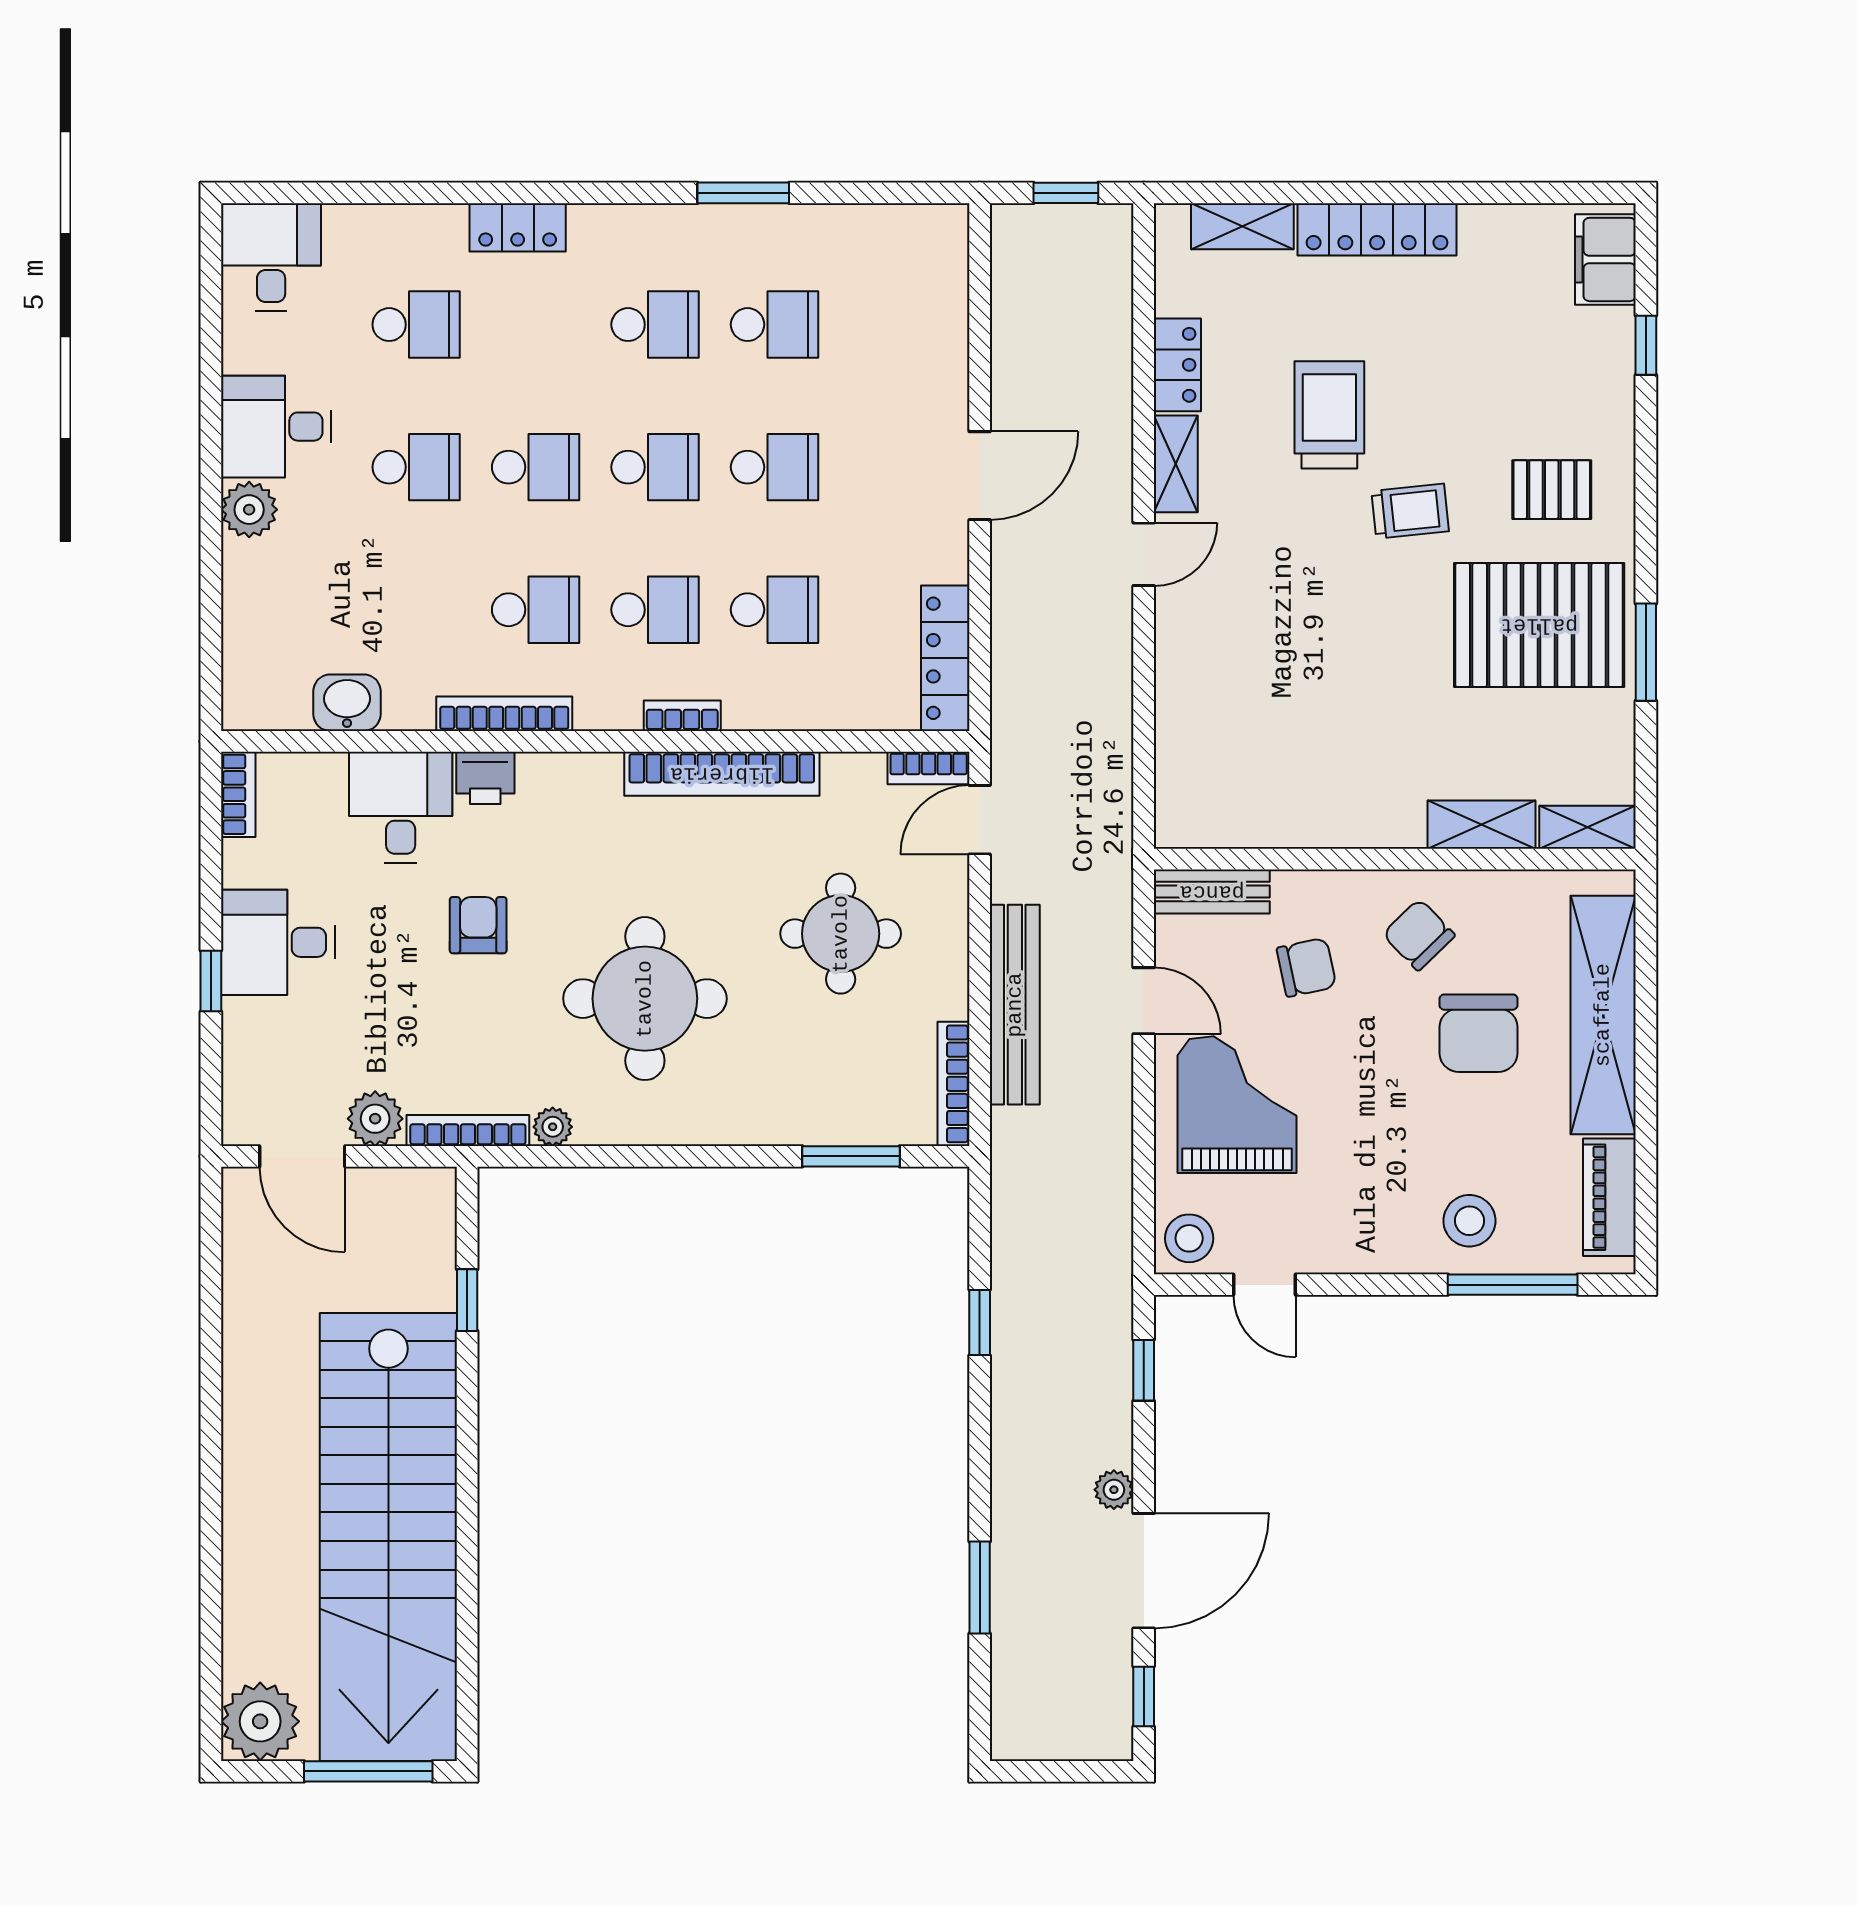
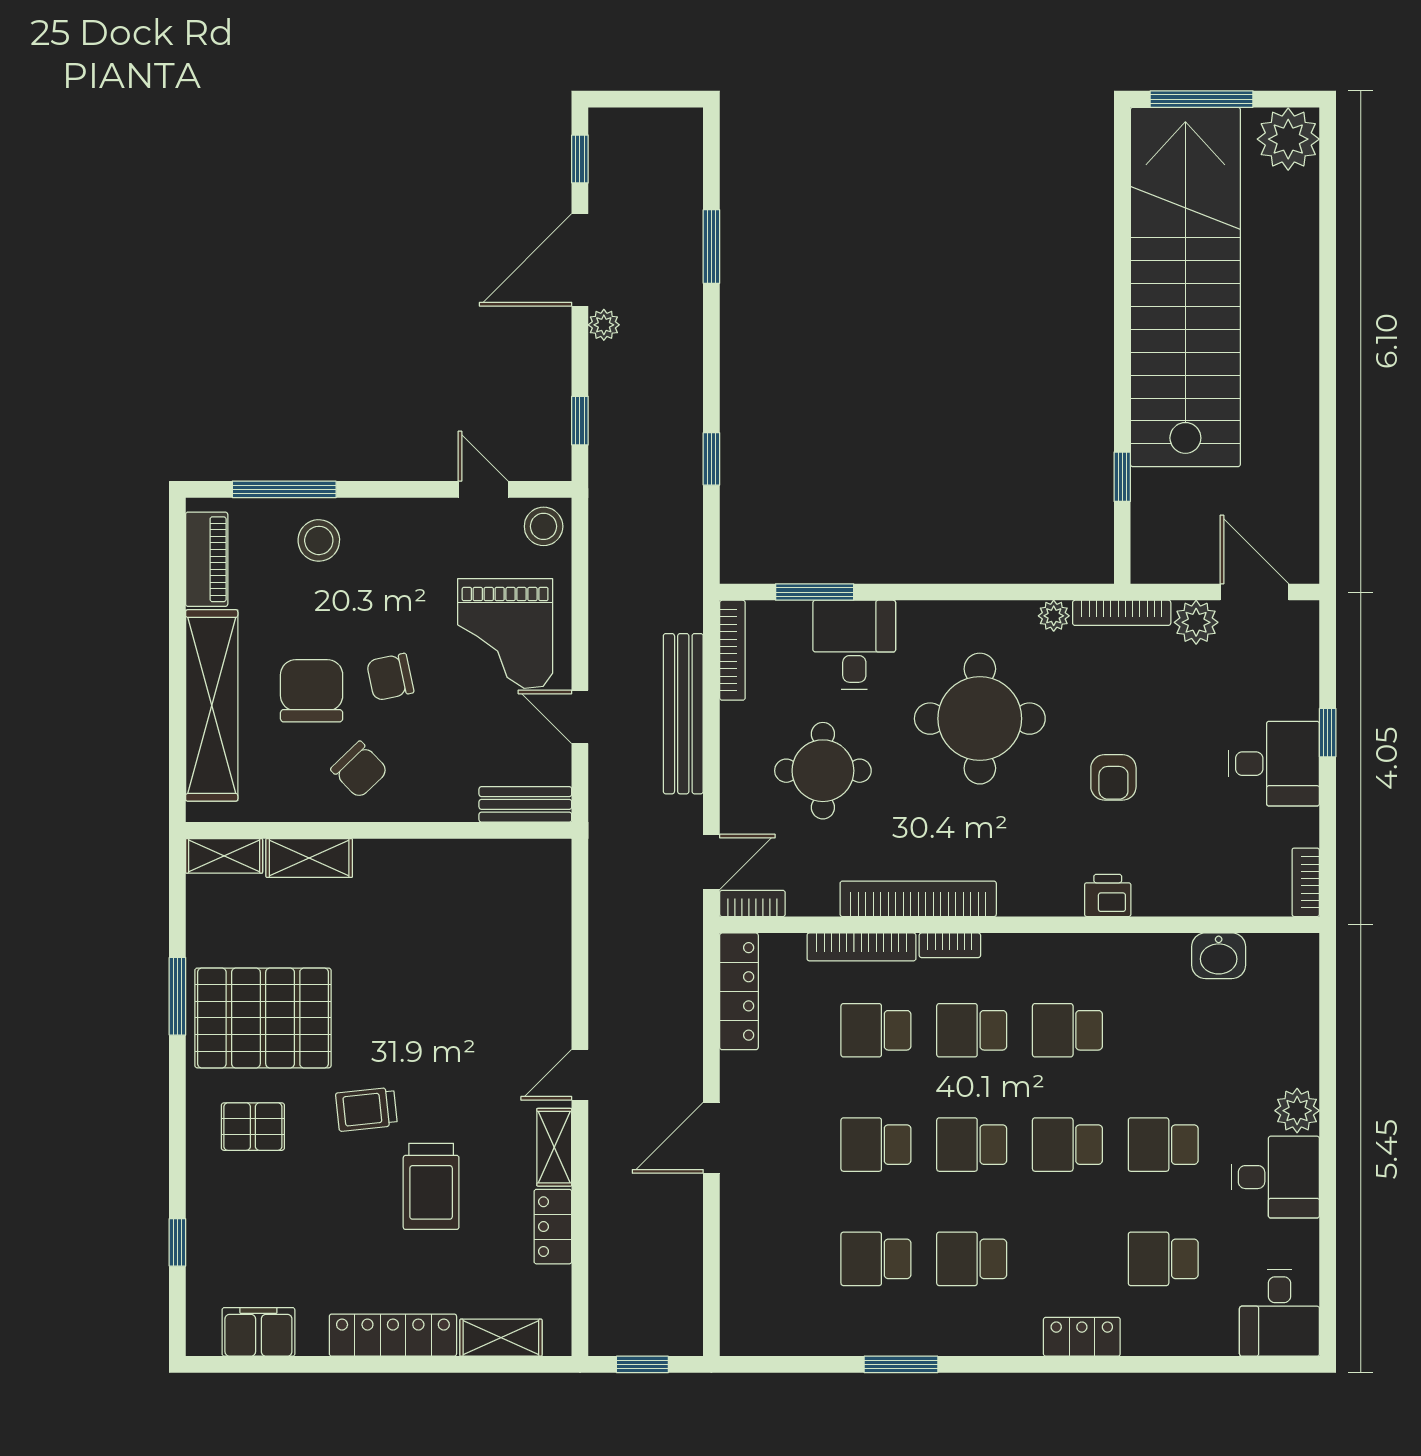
filing cabinet: (1605, 259) -> (258, 1332), moved, turned -90
bookcase: (504, 714) -> (861, 947), moved
desk: (401, 807) -> (854, 645), moved, turned 180
chair: (1306, 967) -> (390, 677), moved

